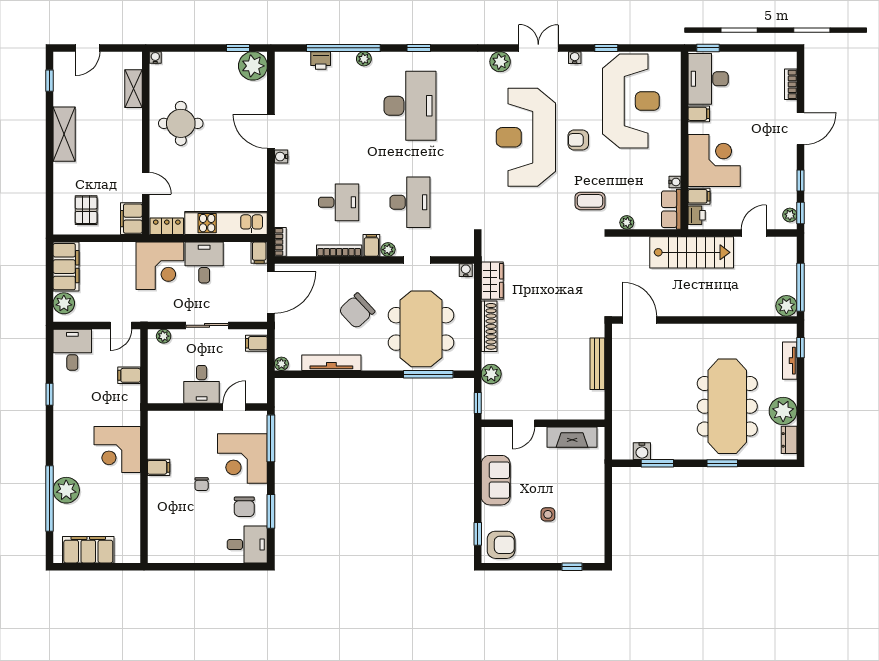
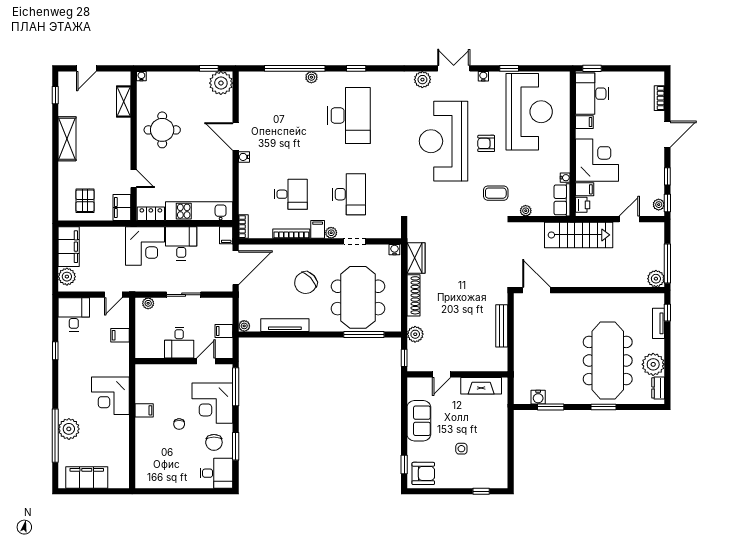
printer: (321, 60) -> (276, 79), removed
filing cabinet: (256, 343) -> (224, 331), moved

